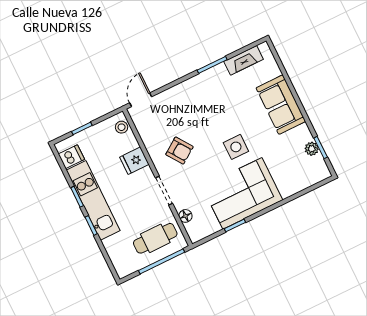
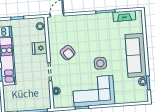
sofa: (281, 105) -> (136, 55), width x1.36
cafe table: (155, 238) -> (34, 97), removed

